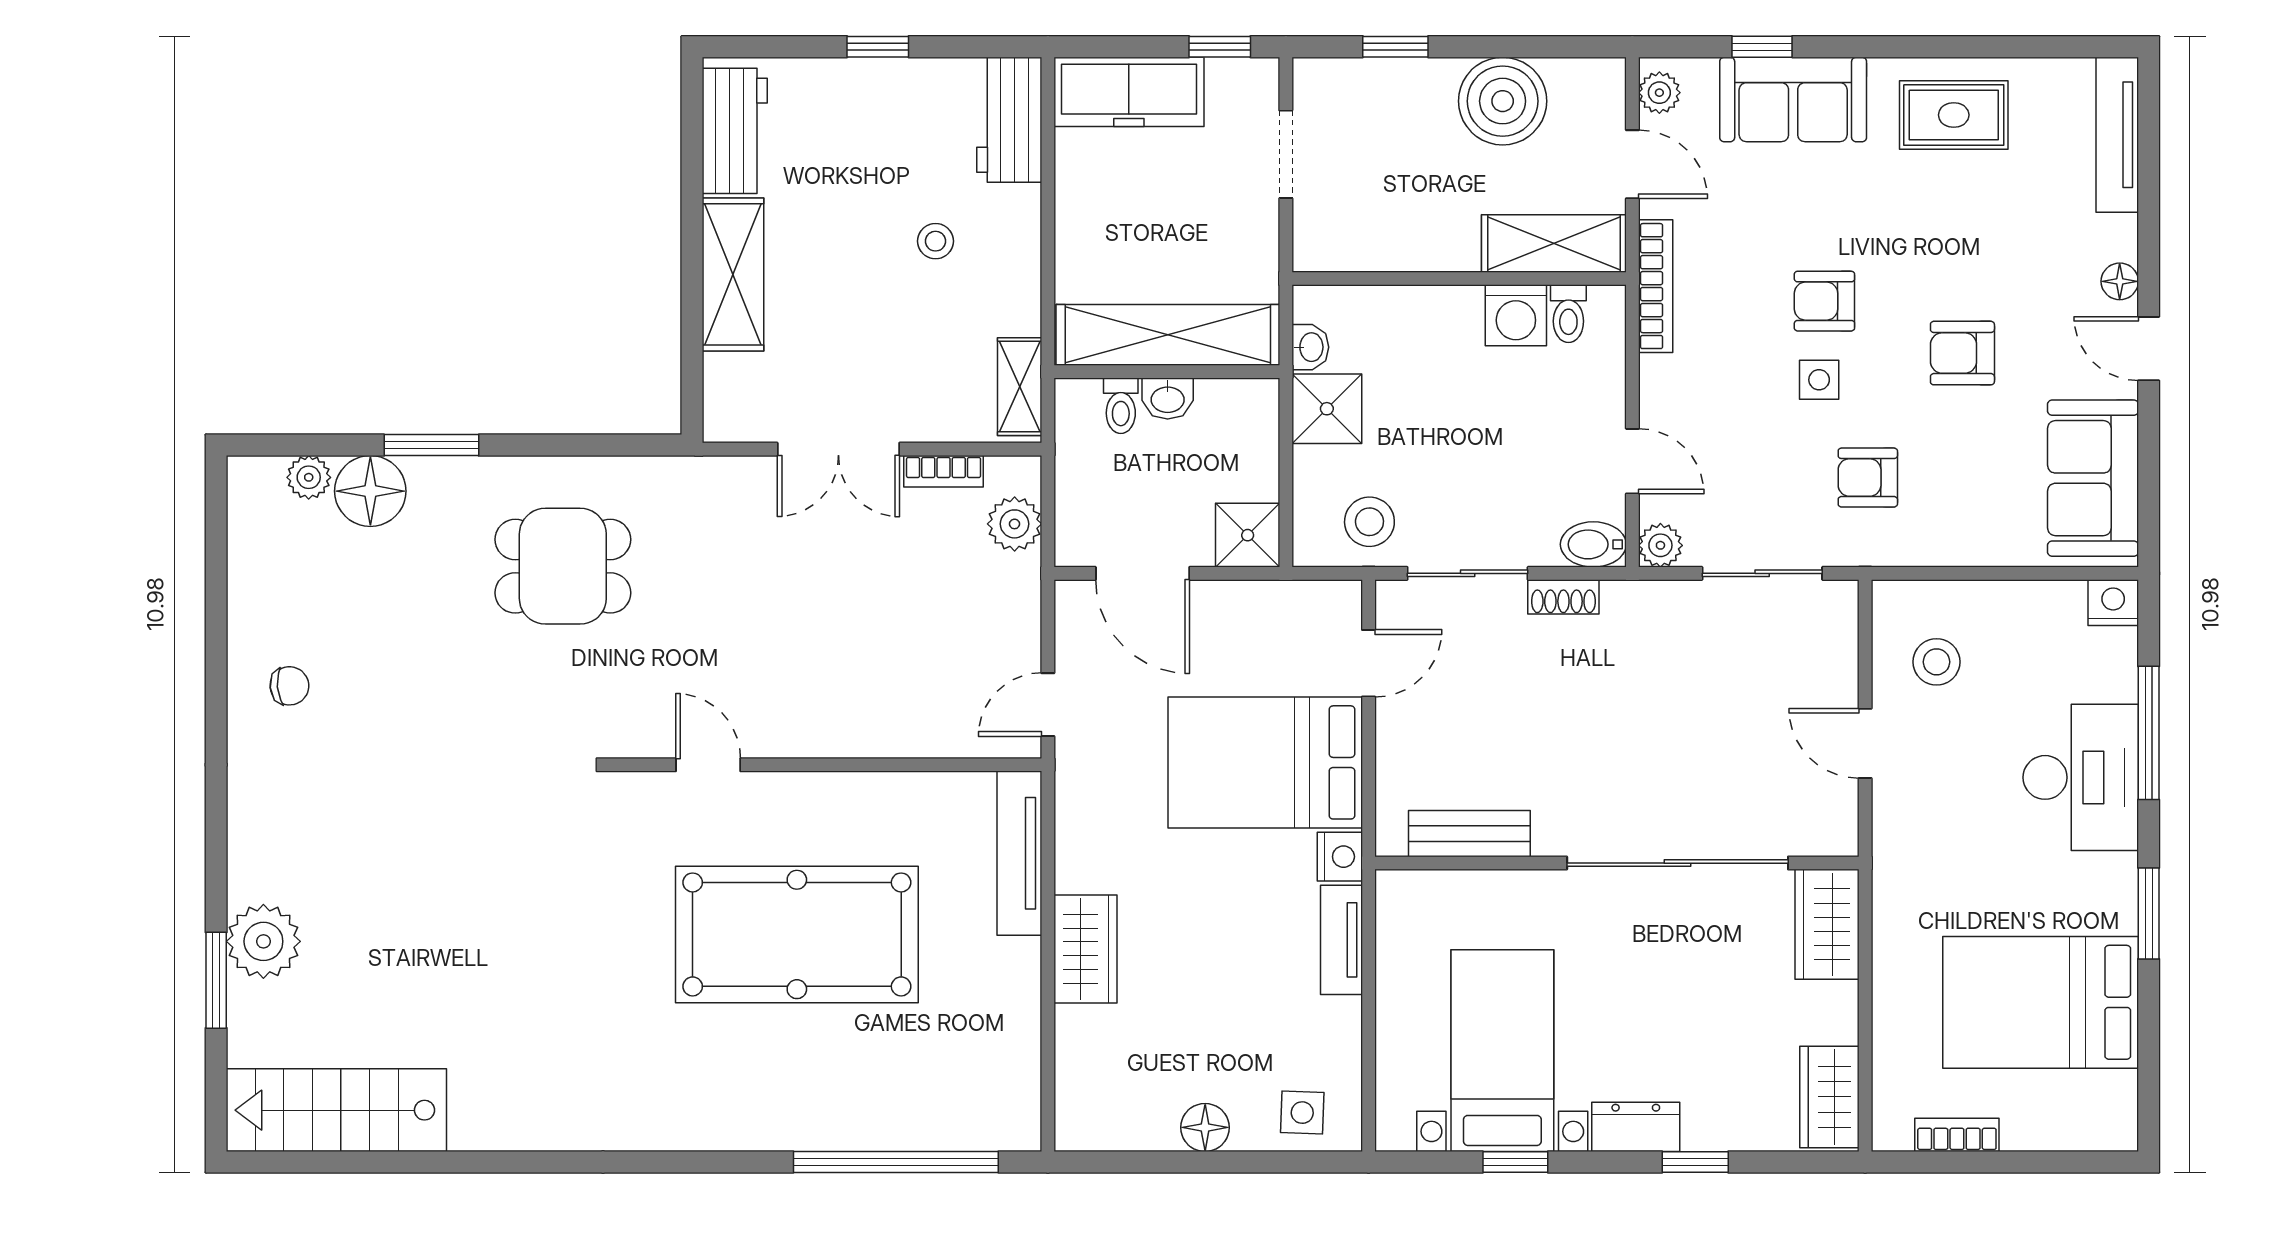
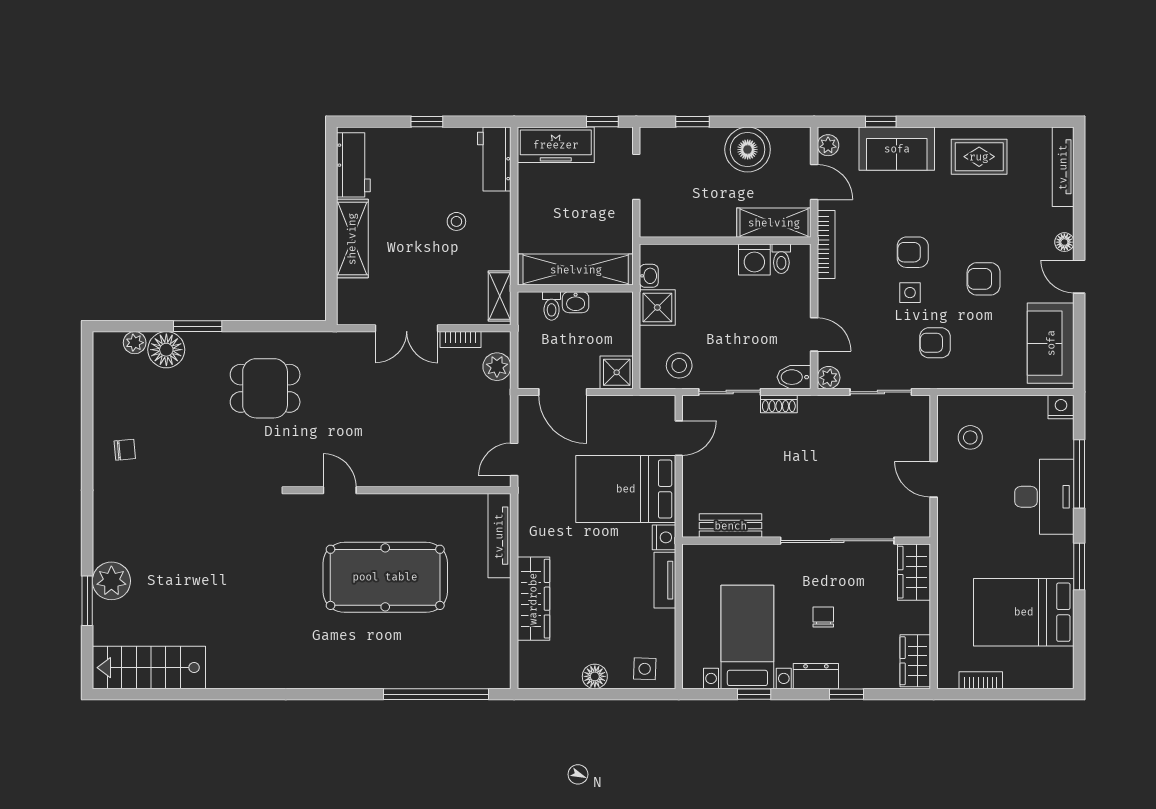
wardrobe: (1085, 949) -> (533, 599), width x1.50
chair: (1650, 1012) -> (823, 617), added

